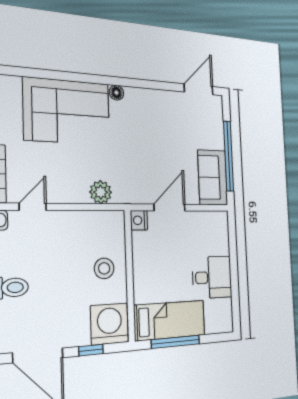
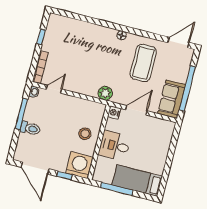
corner sofa: (67, 111) -> (88, 41), removed
coffee table: (160, 130) -> (143, 63), added
plant: (101, 192) -> (105, 93), moved
desk: (212, 277) -> (114, 146), moved, turned 180
bed: (170, 320) -> (137, 181), moved, turned 180

